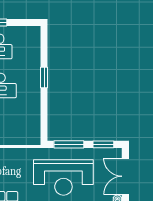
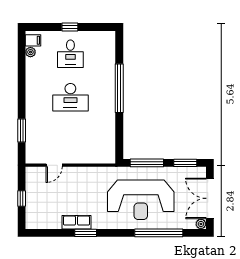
window: (44, 77) -> (119, 88), width x2.11

